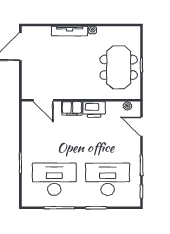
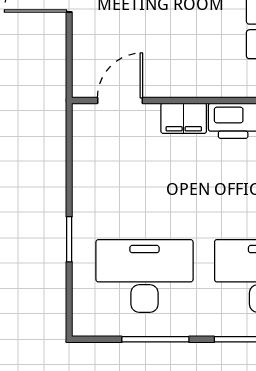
door: (43, 100) -> (120, 100), swing flipped

